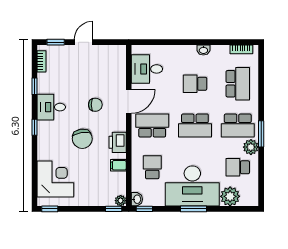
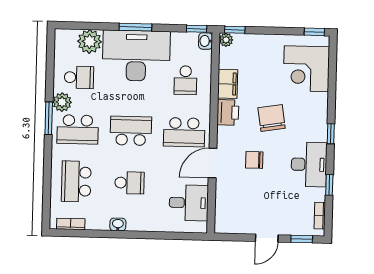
desk: (51, 107) -> (309, 164), width x1.37
school desk: (238, 126) -> (78, 129), turned 180
filing cabinet: (118, 165) -> (228, 84), width x2.00

